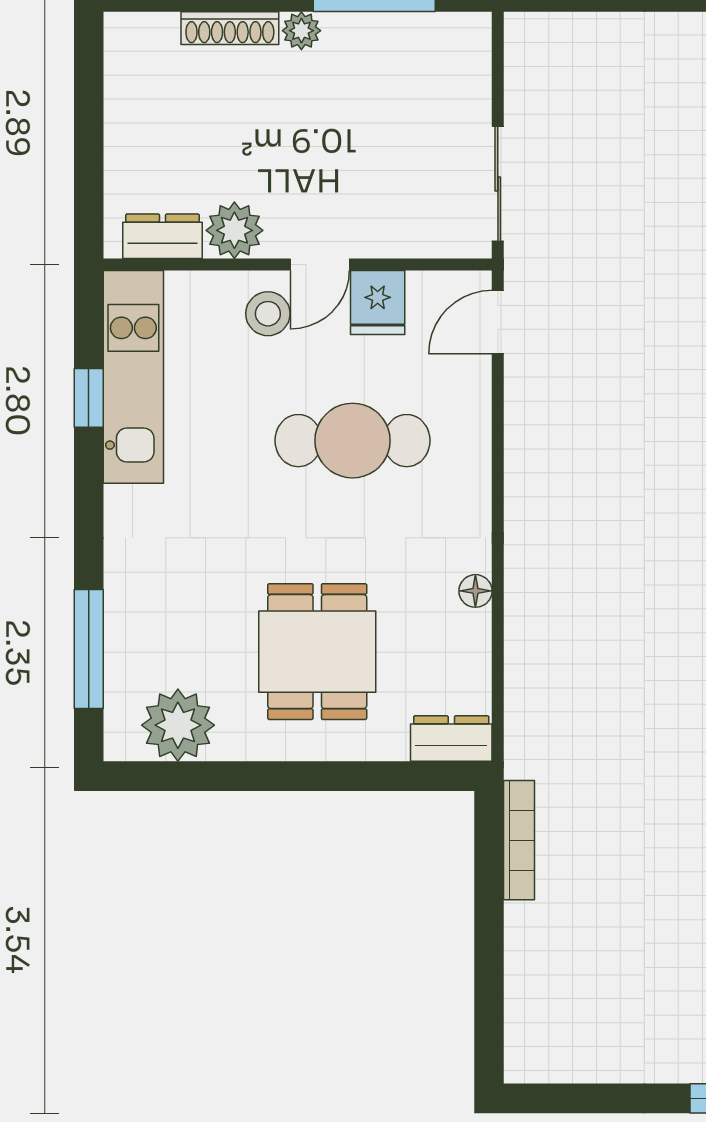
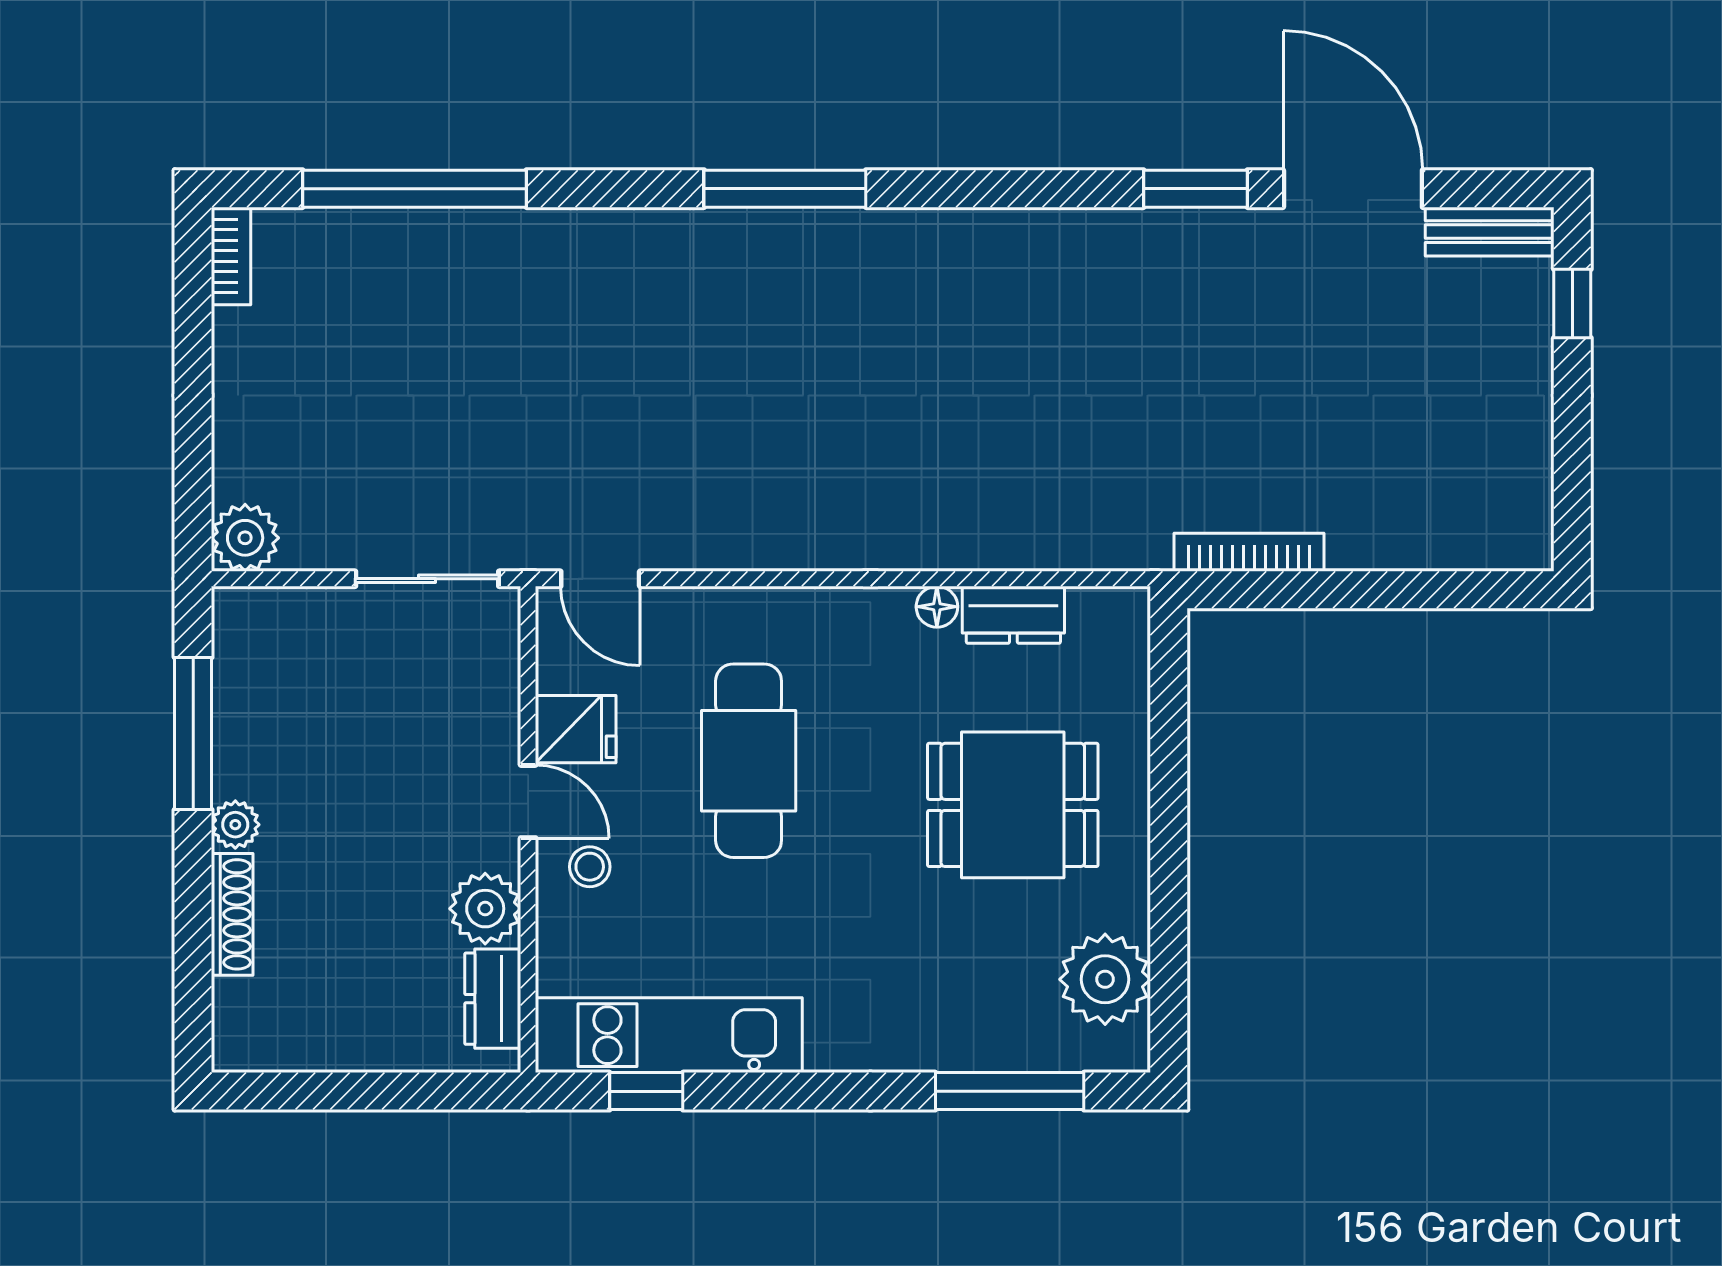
plant: (531, 38) -> (245, 538), added
stool: (268, 314) -> (590, 867), width x0.73, depth x0.73
window: (89, 398) -> (646, 1091), moved
dresser: (451, 739) -> (1013, 615), moved, turned -90

